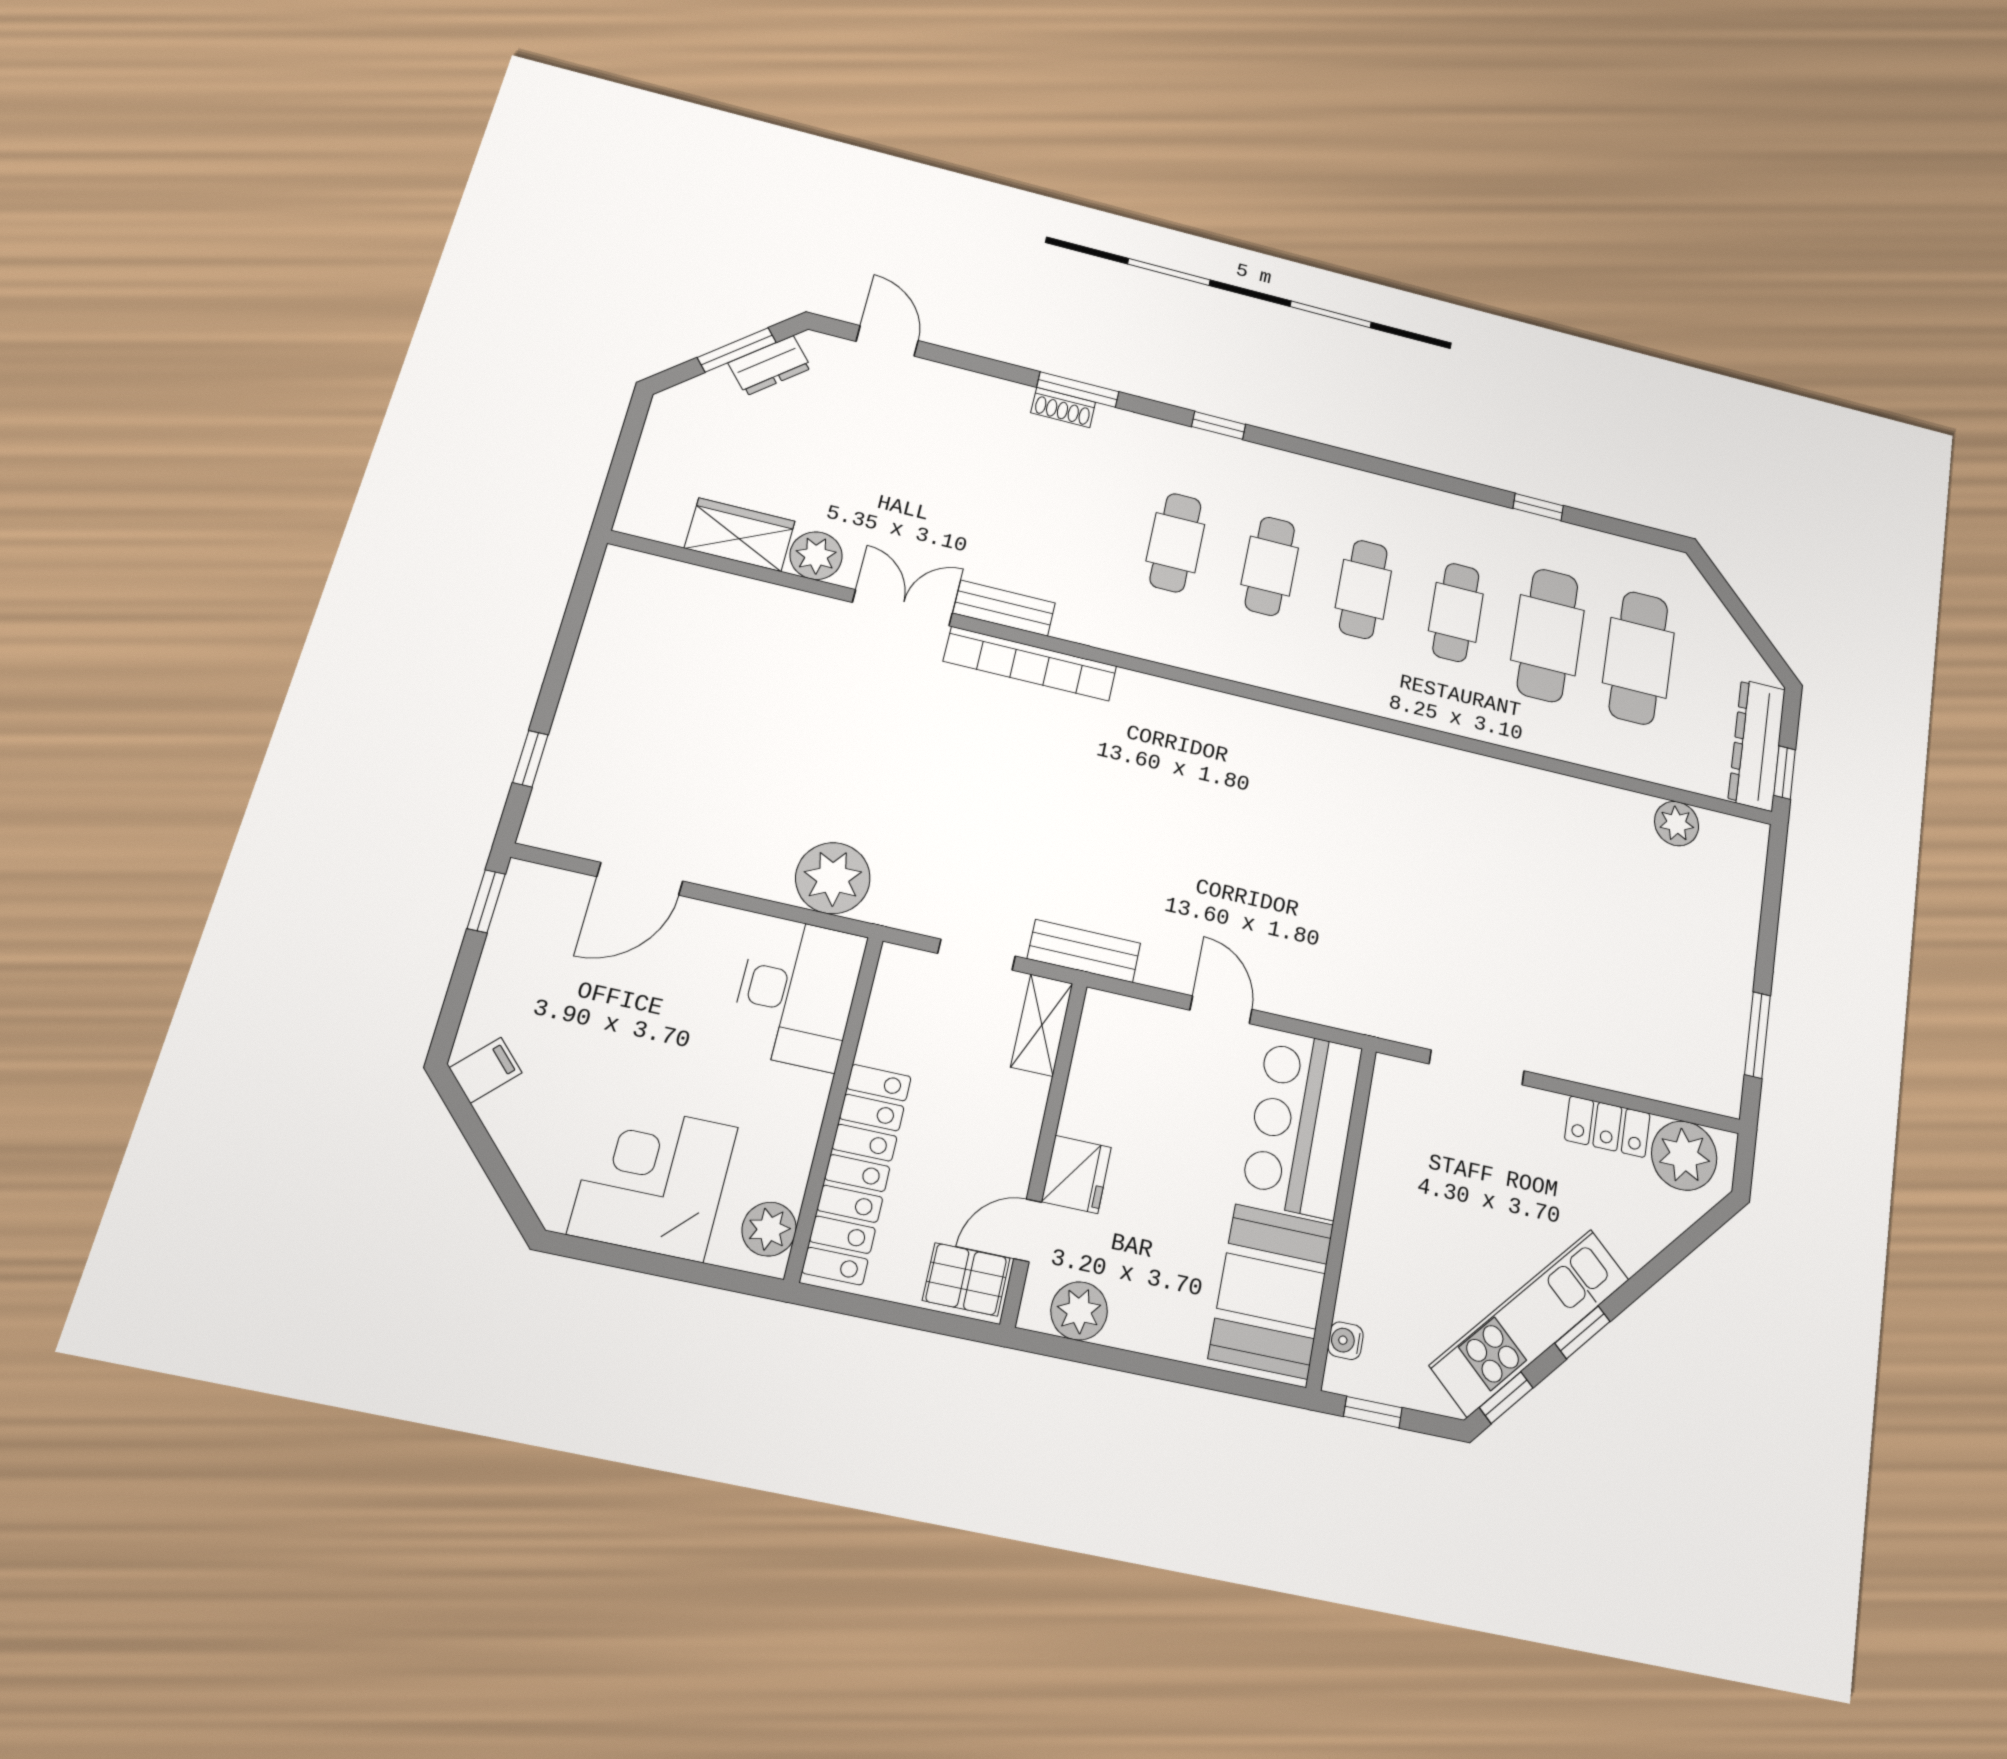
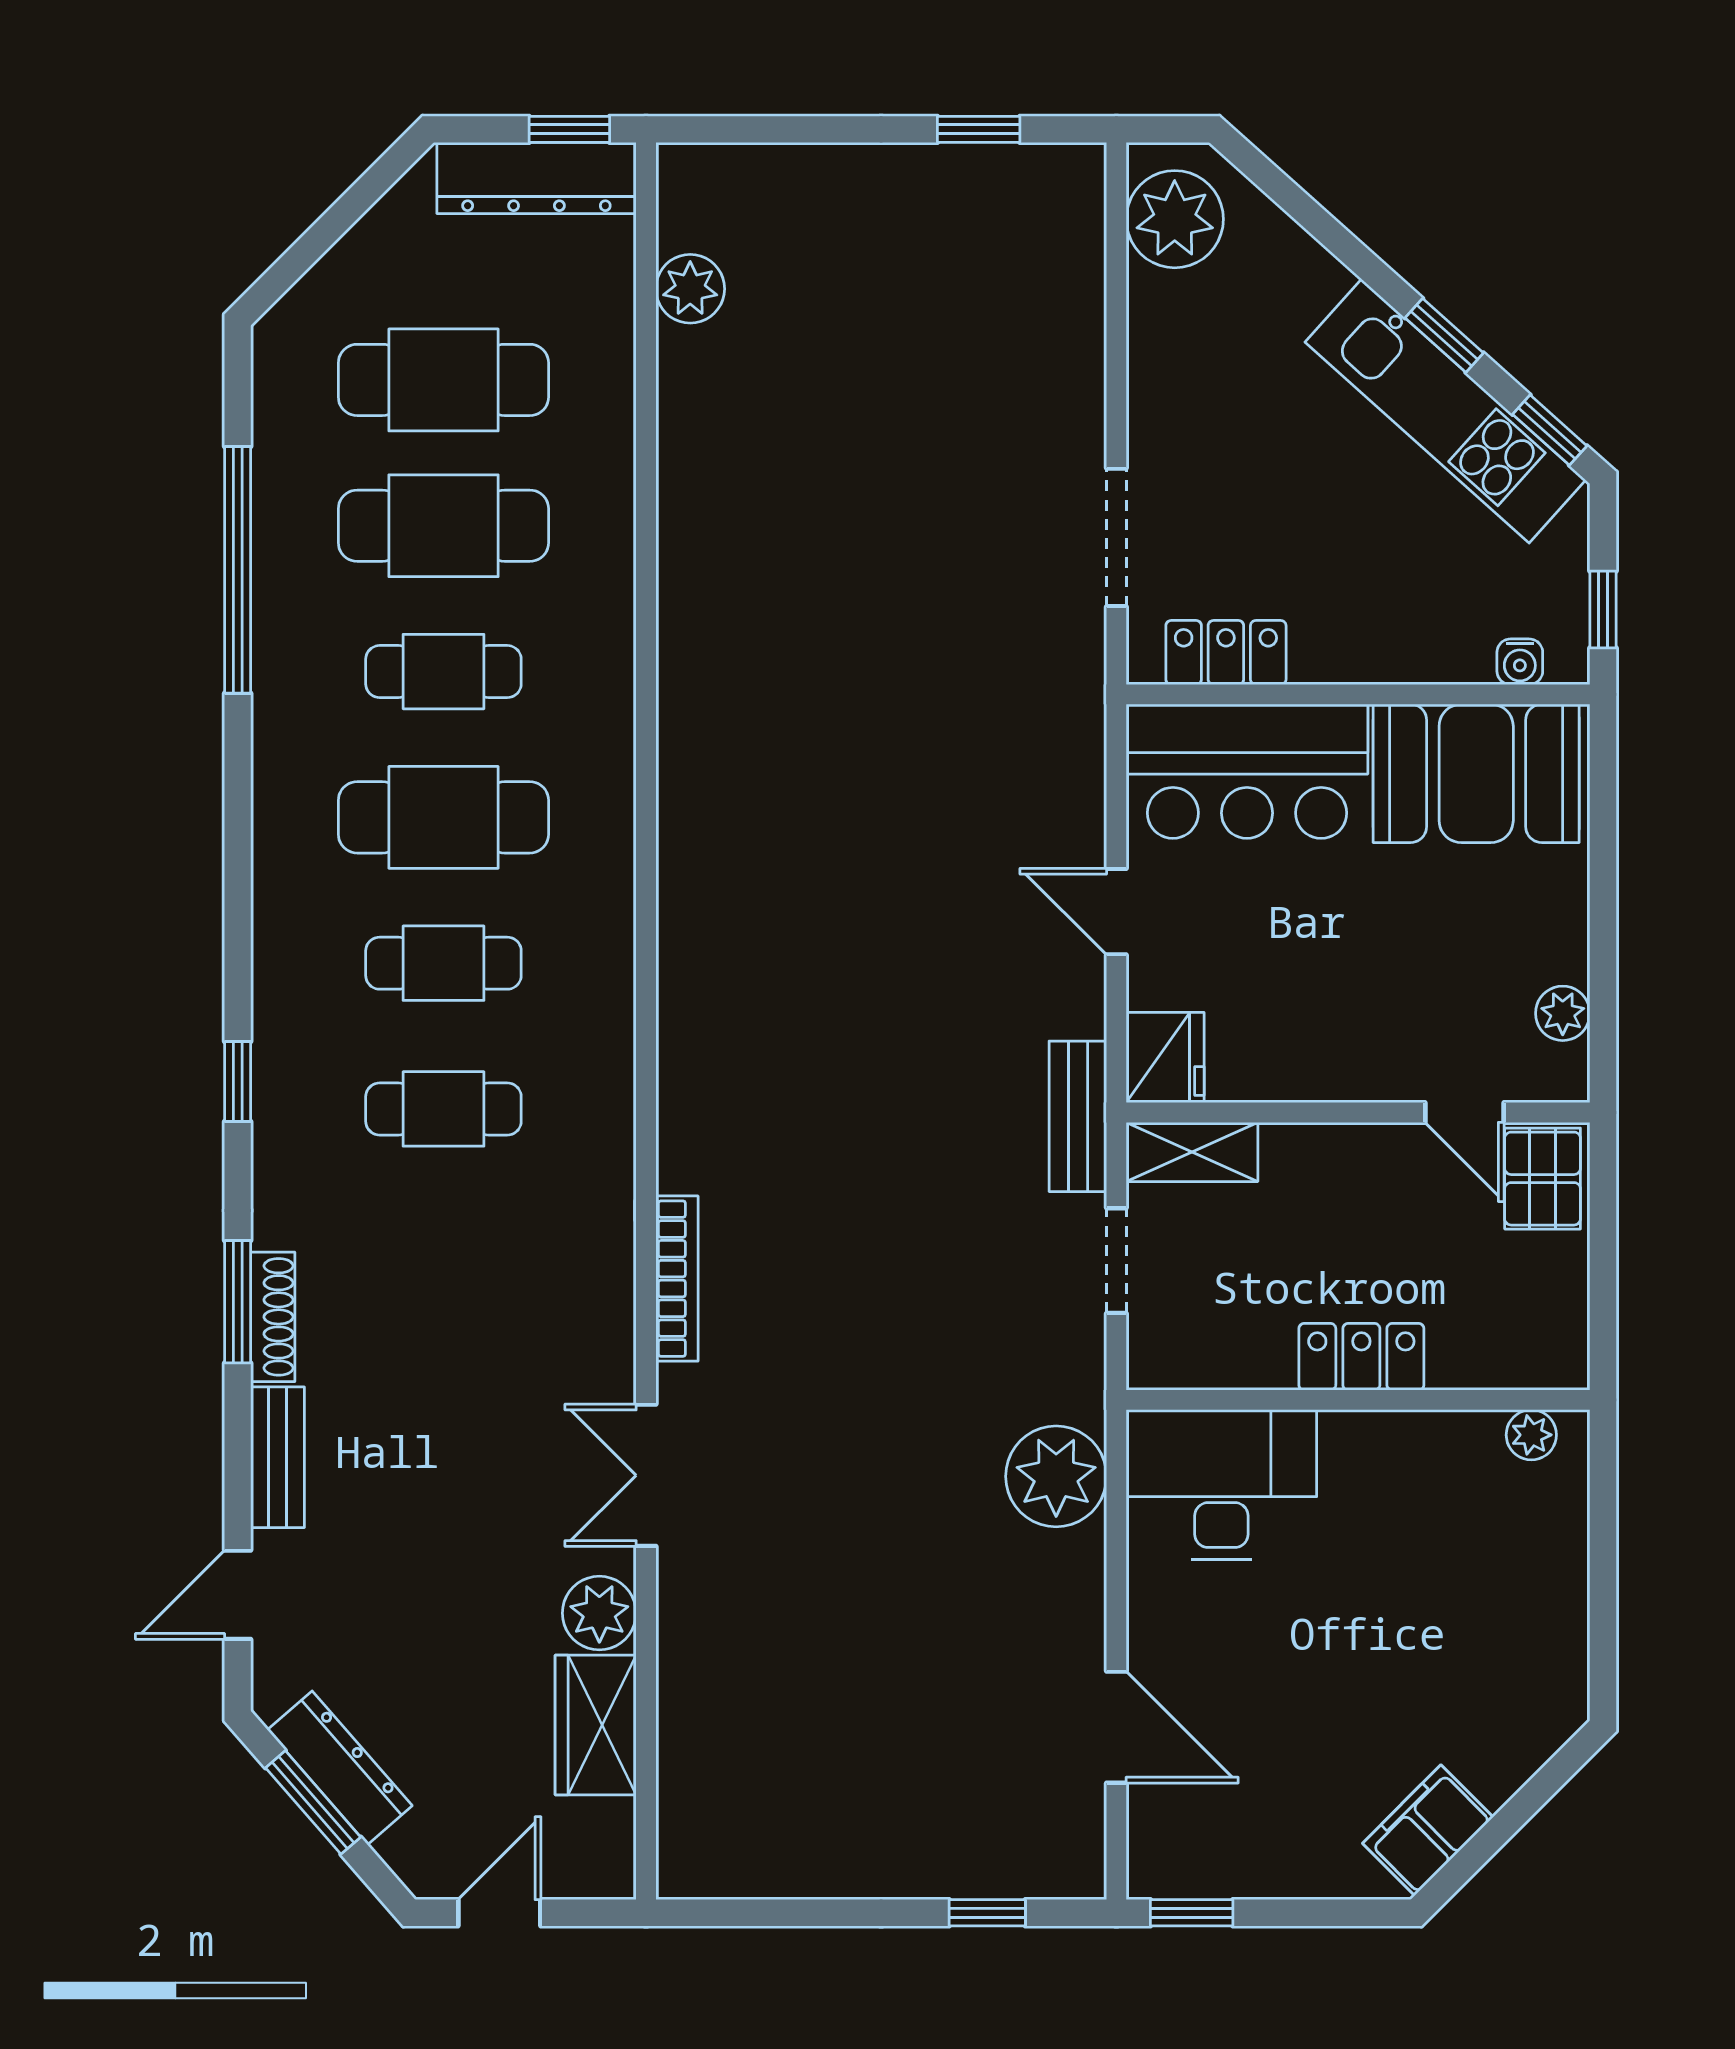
dresser: (770, 366) -> (340, 1768), width x1.44
shoe rack: (1063, 407) -> (273, 1317), width x1.43
door: (628, 443) -> (499, 1913), added
window: (1538, 507) -> (238, 570), width x3.17
cafe table: (1363, 589) -> (443, 817), width x1.37, depth x1.35
bench: (1004, 608) -> (278, 1457), moved
bookcase: (1030, 664) -> (677, 1279), width x0.68, depth x0.76
door: (1221, 1010) -> (1116, 912), hinge flipped
window: (1757, 1035) -> (979, 129), width x0.67
filing cabinet: (486, 1070) -> (1428, 1830), width x2.00
locker: (1607, 1127) -> (1226, 653), moved, turned -90
locker: (857, 1173) -> (1361, 1357), width x0.46, depth x0.83
fridge: (1076, 1174) -> (1165, 1057), moved, turned 90
corner desk: (653, 1180) -> (1501, 1605), removed
plant: (769, 1229) -> (1531, 1435), width x0.73, depth x0.73
plant: (1079, 1311) -> (1563, 1013), width x0.73, depth x0.73

